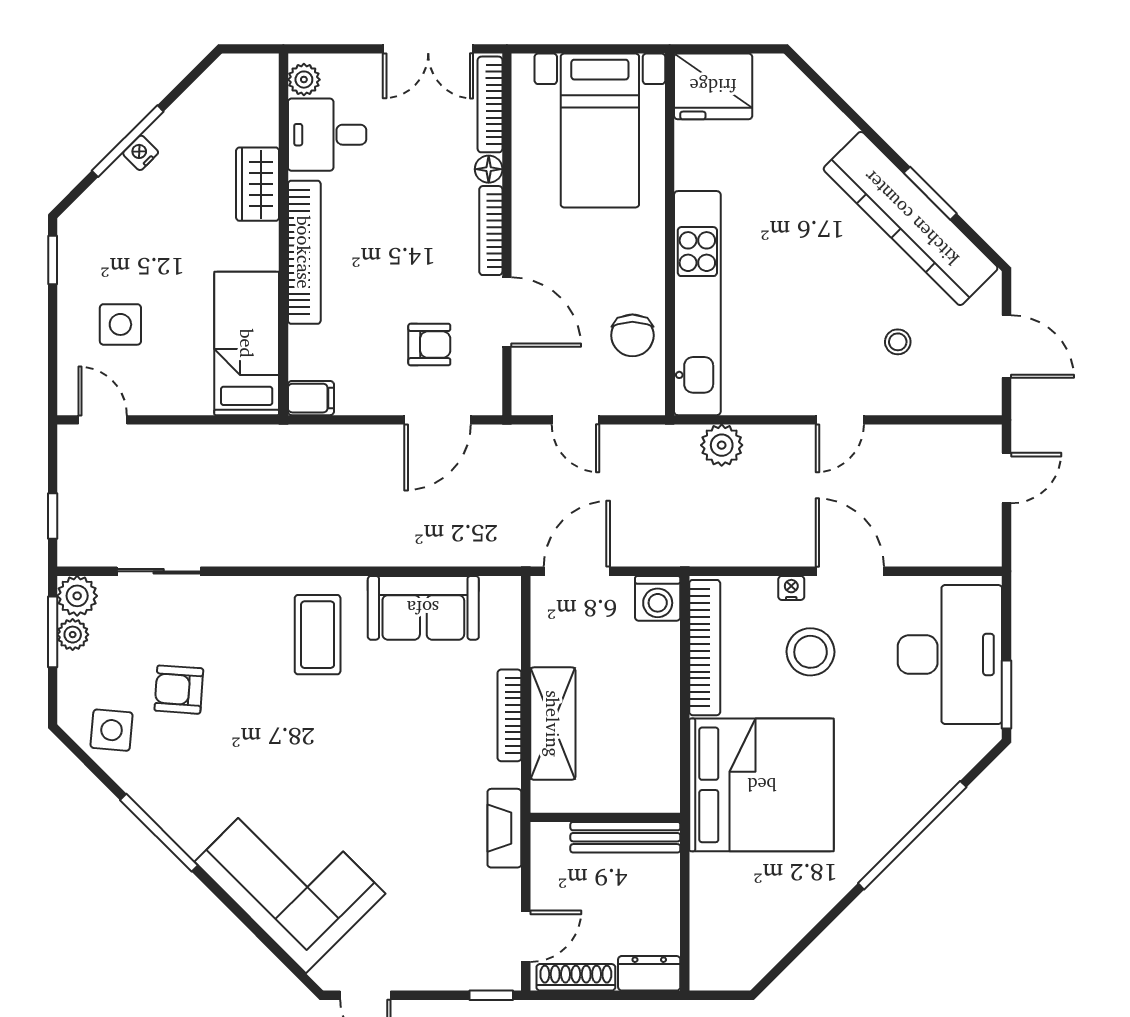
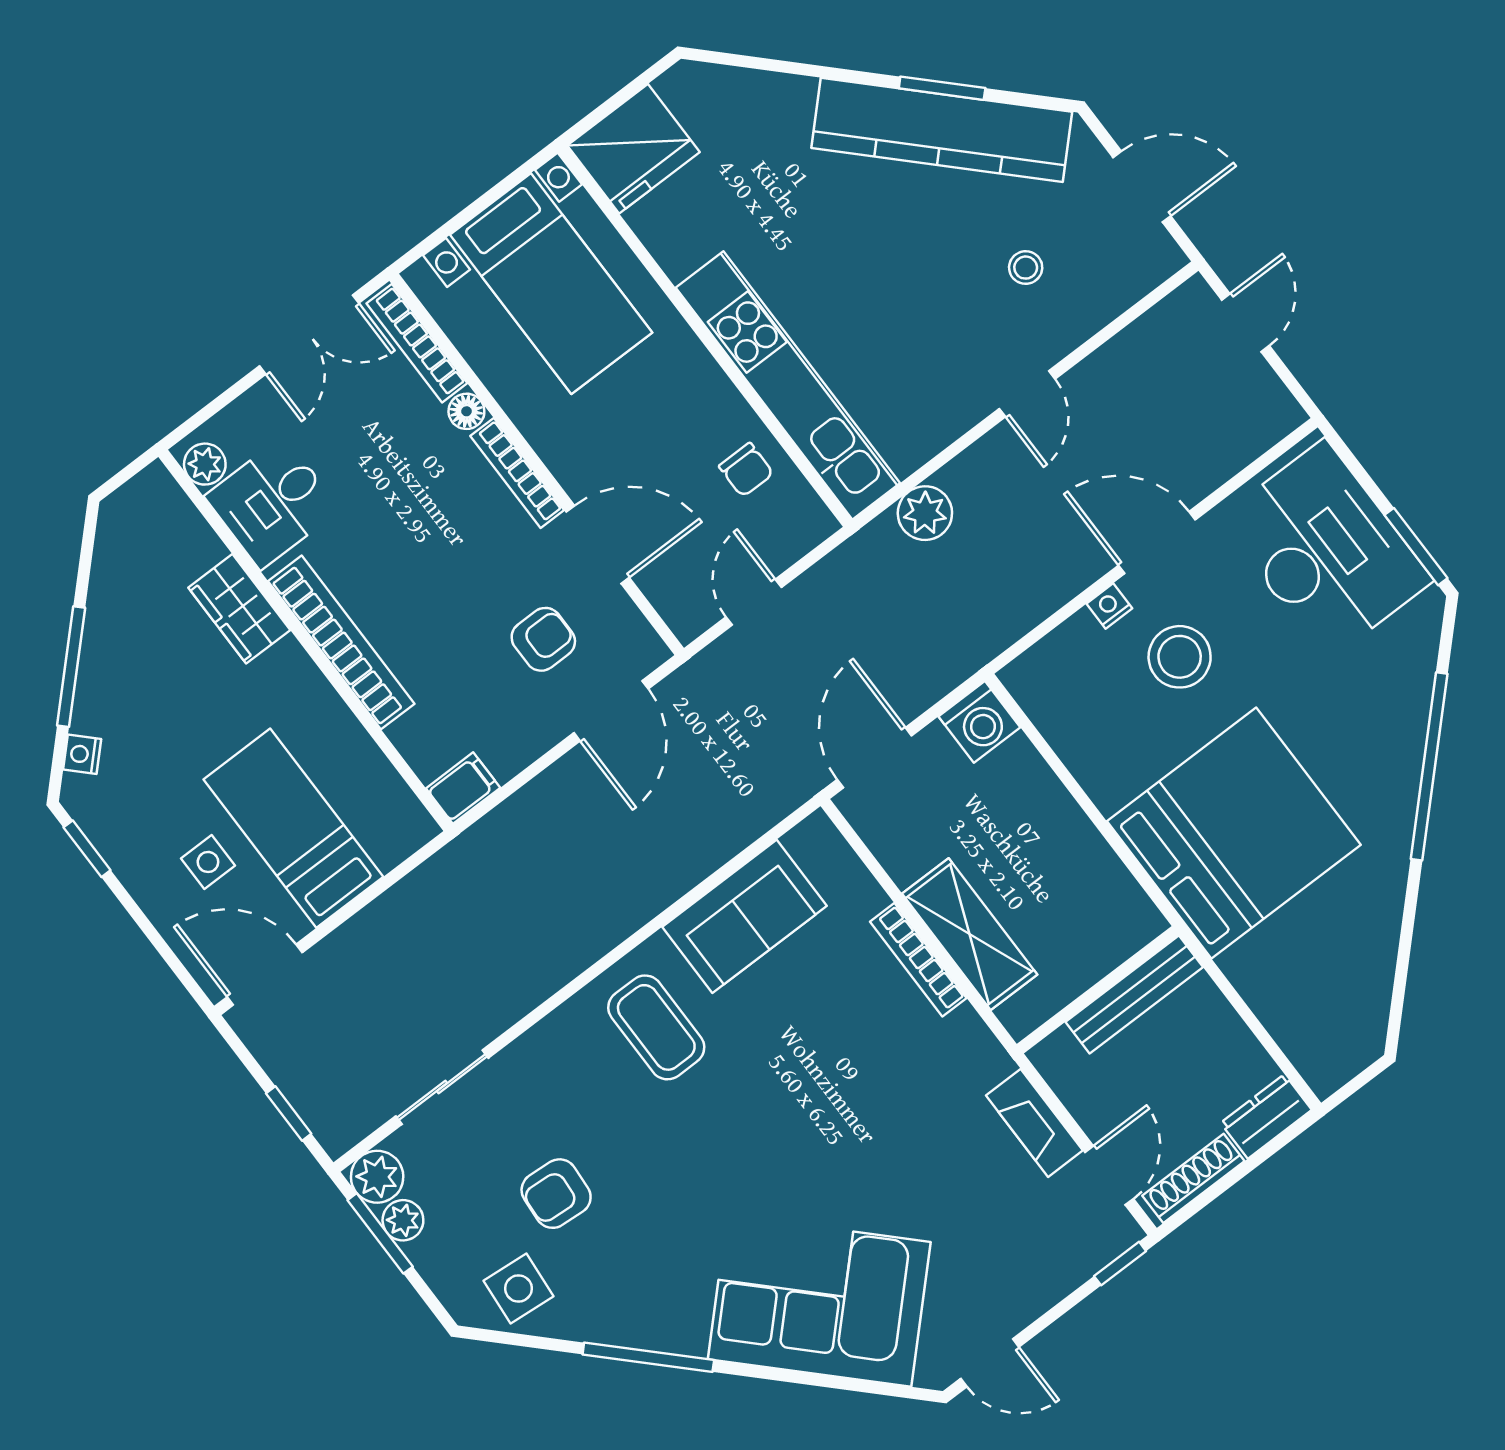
nightstand: (141, 153) -> (82, 754), moved
side table: (120, 324) -> (208, 862), width x0.73, depth x0.73
chair: (632, 335) -> (746, 470), width x0.73, depth x0.73
bed: (247, 343) -> (293, 828), moved
door: (103, 420) -> (265, 975), width x1.38
door: (575, 420) -> (754, 602), swing flipped
bookcase: (705, 648) -> (1067, 736), removed
fireplace: (504, 828) -> (1034, 1123), moved

